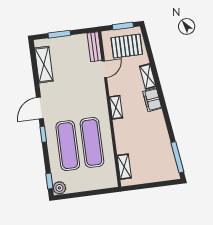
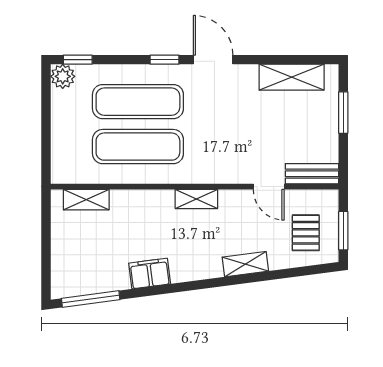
pallet: (127, 46) -> (306, 233), width x0.67, depth x0.71
filing cabinet: (152, 100) -> (150, 274), moved

